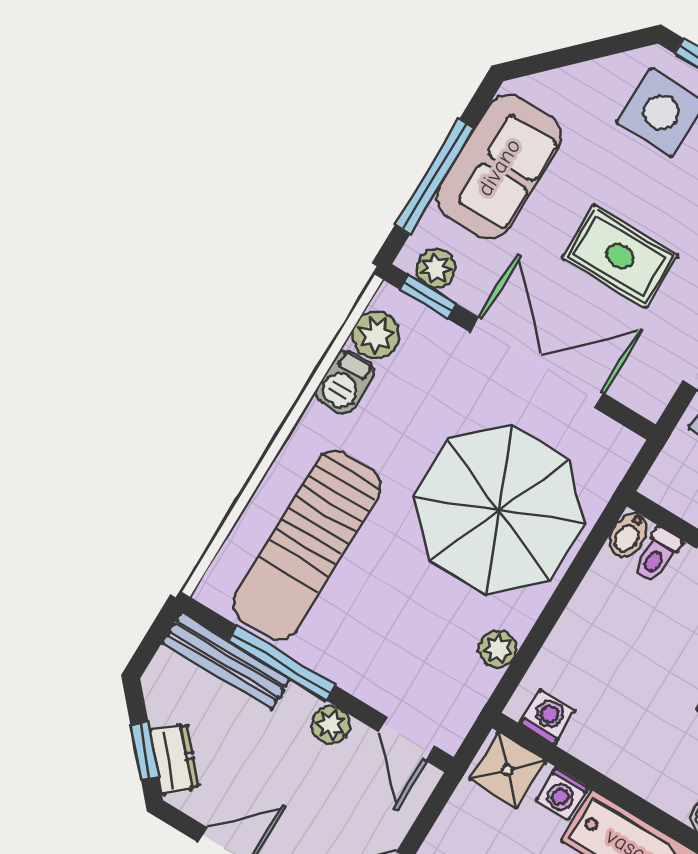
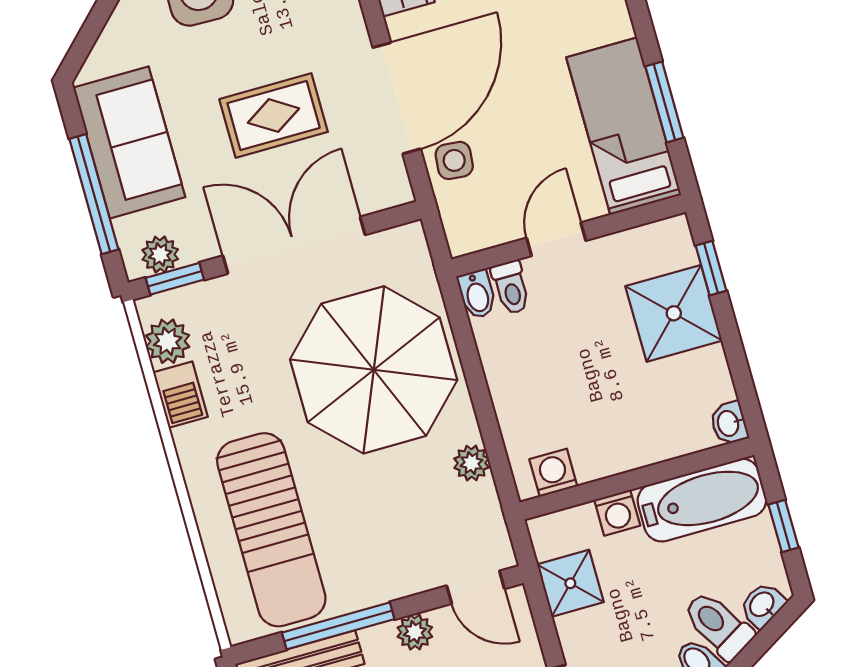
shower: (507, 770) -> (570, 583), moved

